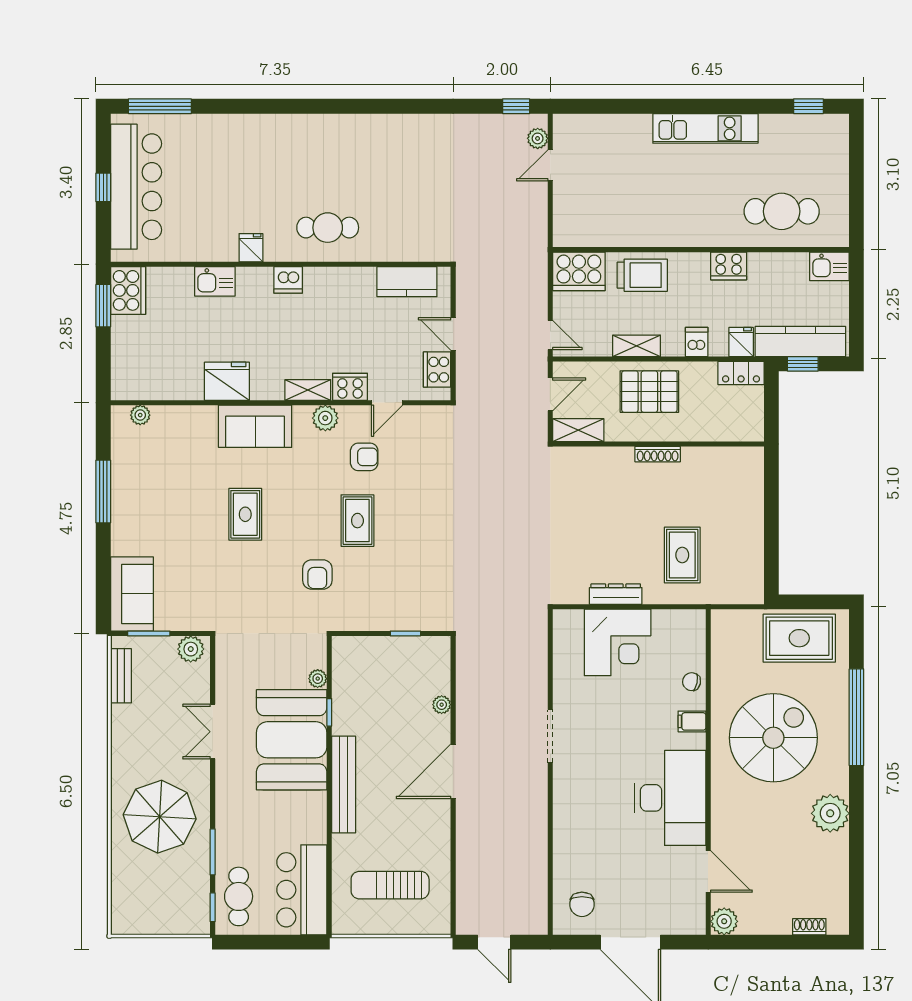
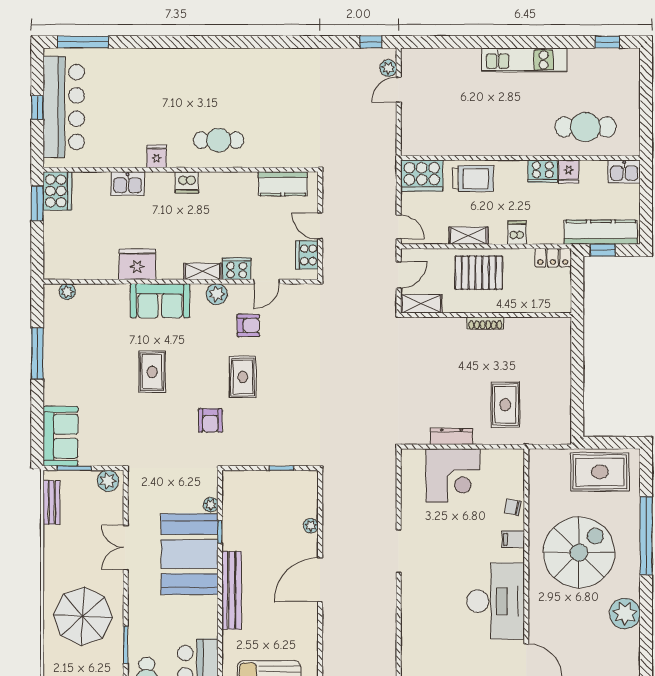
fridge: (741, 342) -> (569, 172), moved, turned 180

